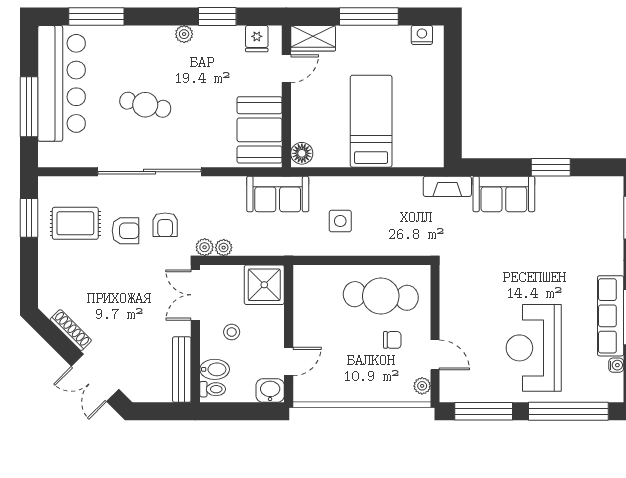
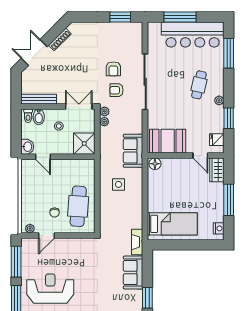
cafe table: (145, 105) -> (199, 85), moved
bed: (371, 121) -> (172, 224), moved
rug: (75, 223) -> (117, 42), removed

